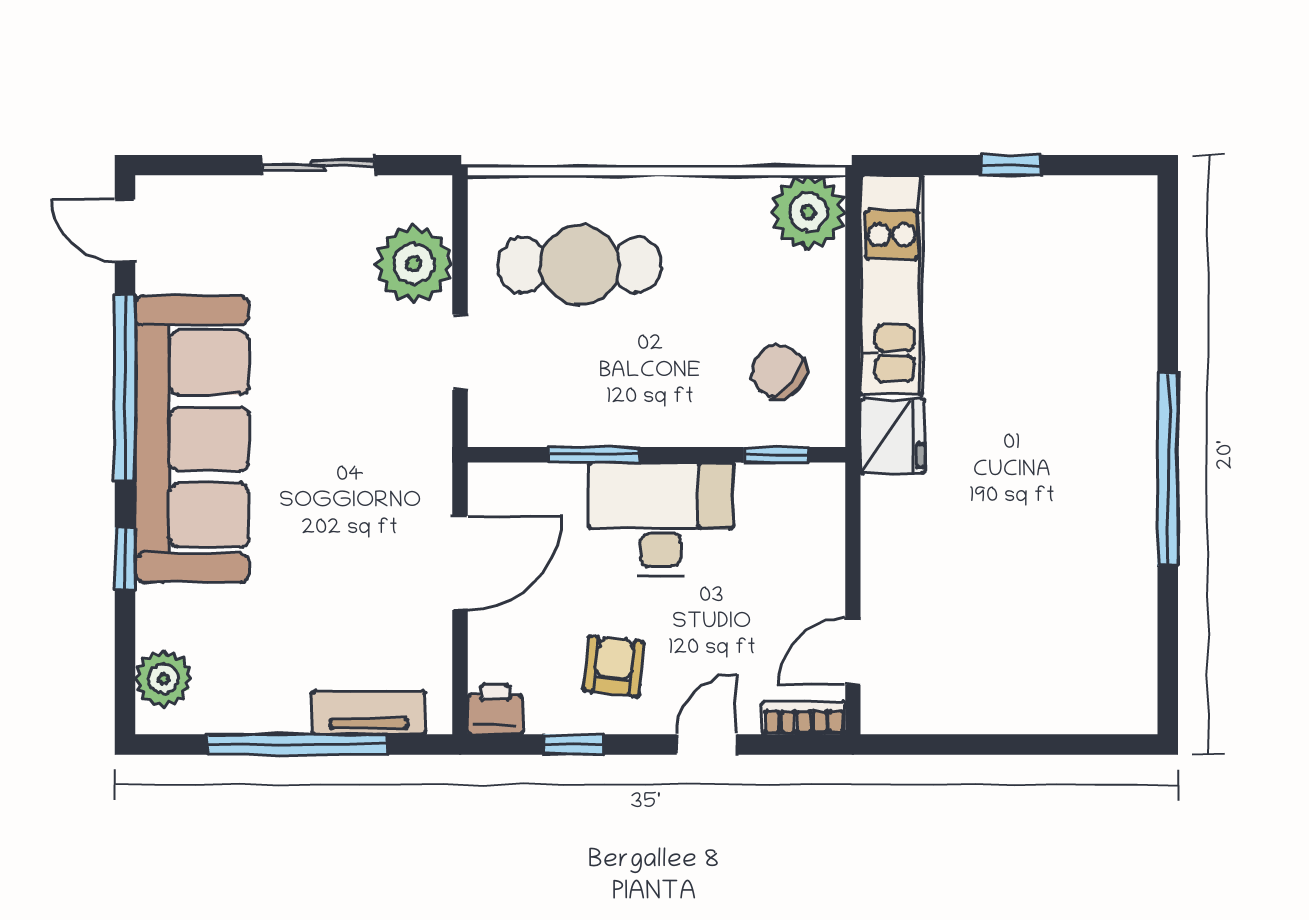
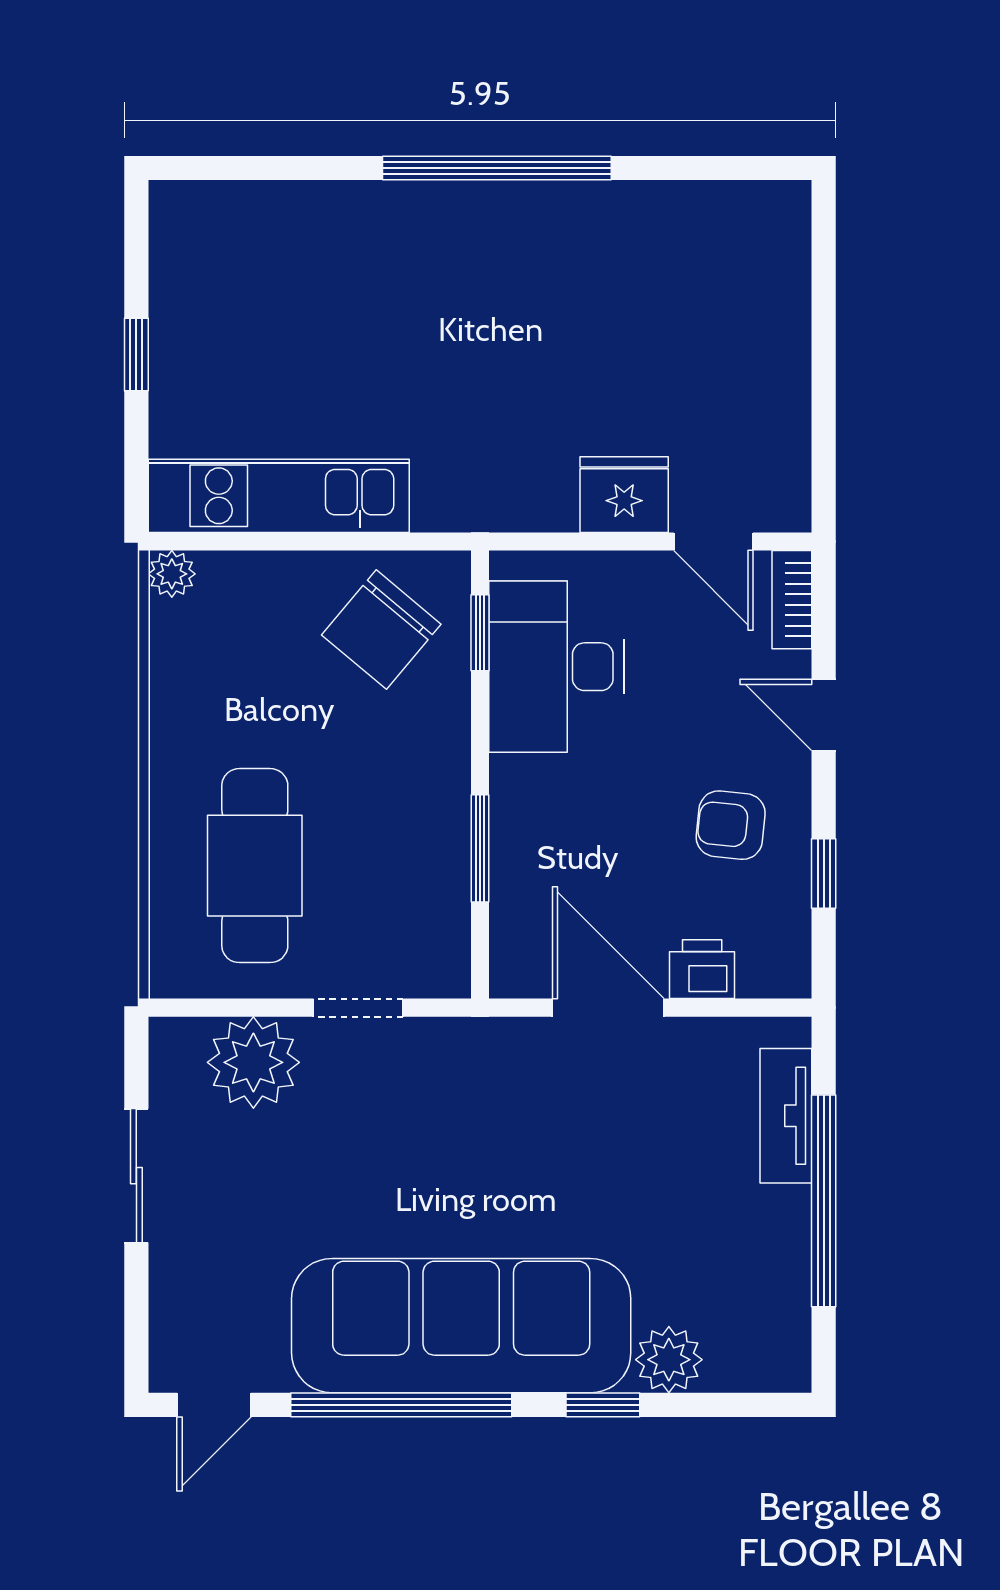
plant: (808, 212) -> (172, 574), width x0.53, depth x0.53
chair: (779, 372) -> (381, 630), width x1.37, depth x1.37
fridge: (893, 436) -> (624, 495), moved
desk: (661, 519) -> (556, 667), moved
plant: (163, 679) -> (669, 1360), moved
printer: (495, 710) -> (702, 969), moved, turned 90

